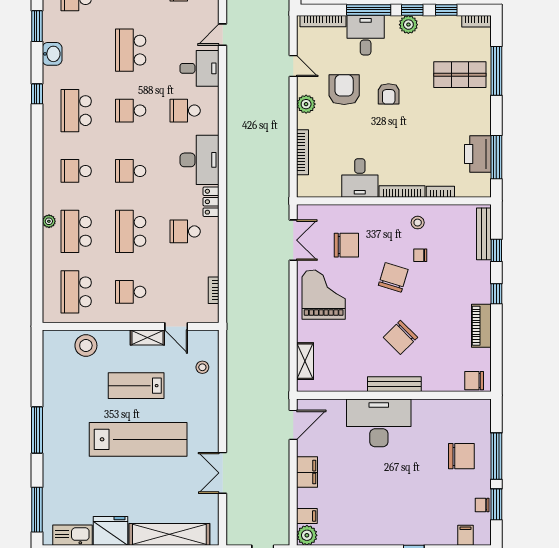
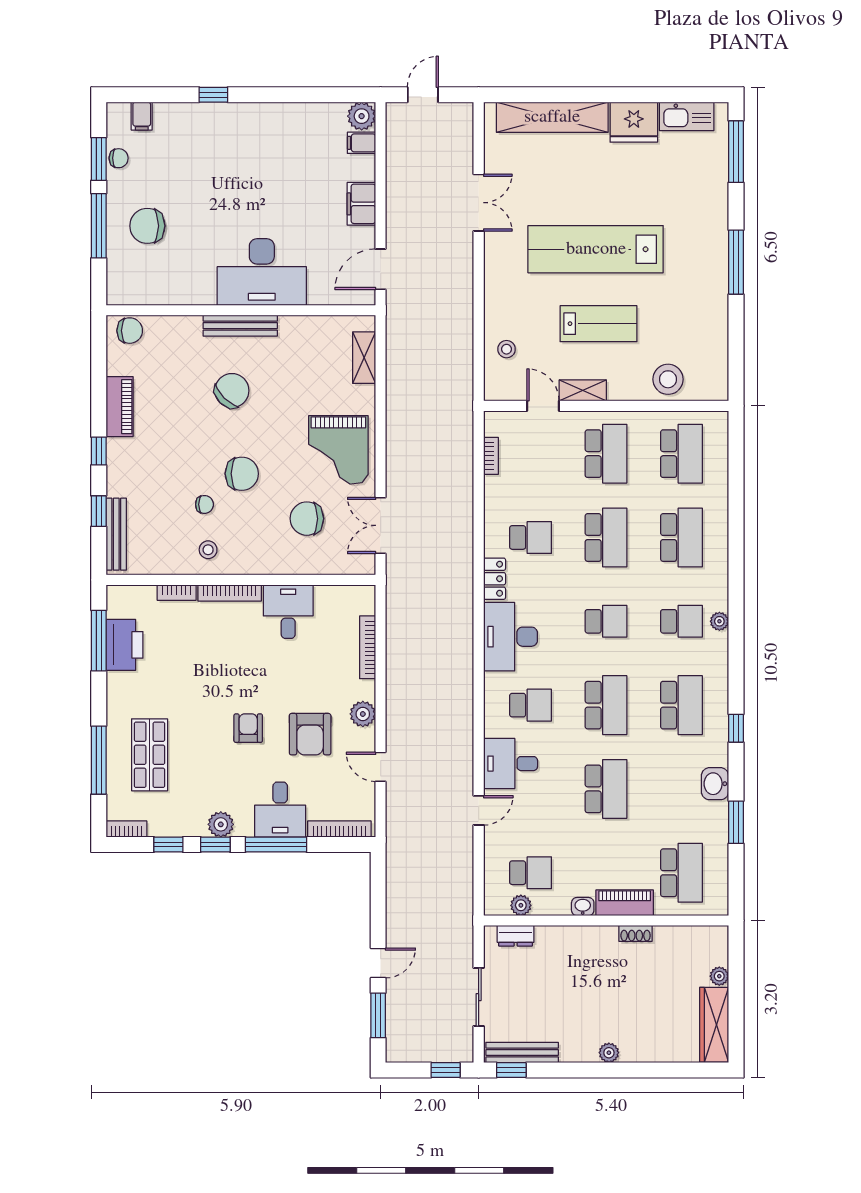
shop shelf: (460, 75) -> (150, 755), turned 90
school desk: (131, 111) -> (606, 705), width x1.85
plant: (49, 221) -> (719, 621), moved
chair: (393, 277) -> (242, 474), turned -107
school desk: (131, 292) -> (606, 454), width x1.85

